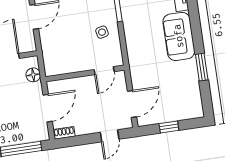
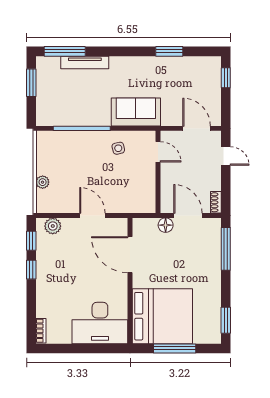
sofa: (179, 36) -> (136, 112), moved, turned 180
floor lamp: (33, 75) -> (166, 225), moved
window: (169, 127) -> (226, 78), moved

